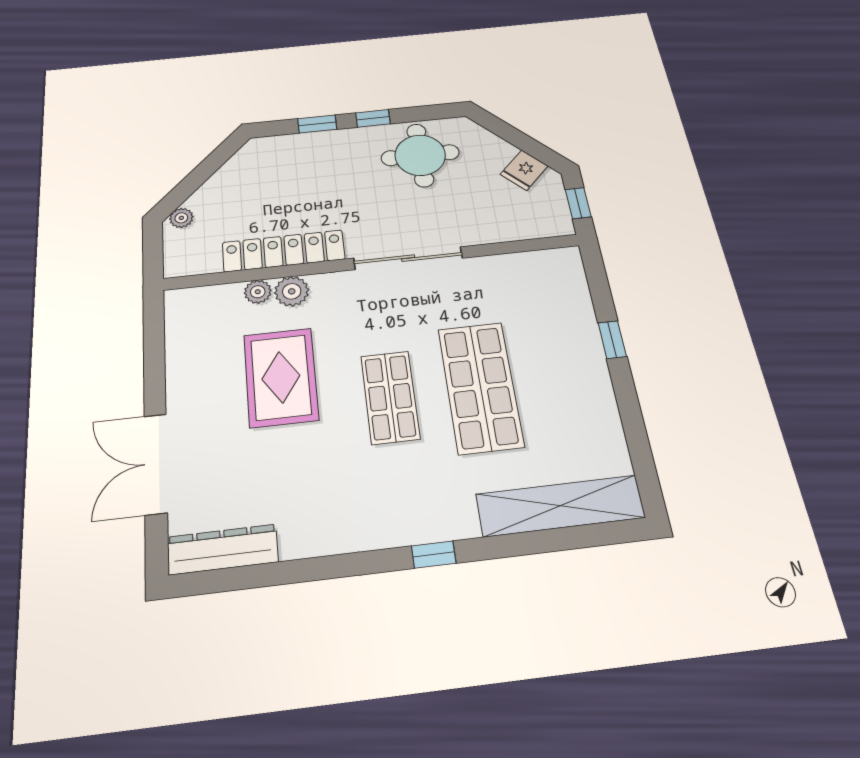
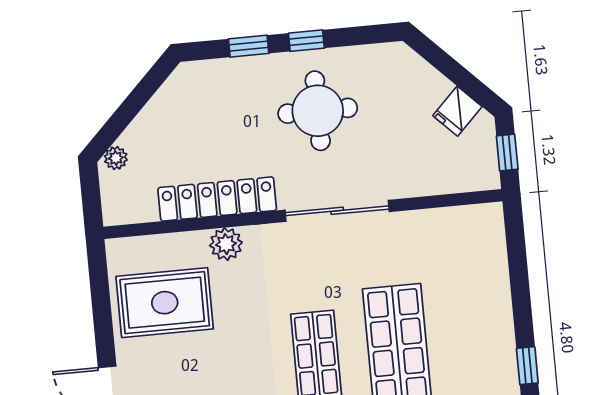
round table: (420, 155) -> (318, 111), moved
plant: (258, 292) -> (194, 244), removed
window: (612, 340) -> (527, 366), moved
rug: (281, 377) -> (165, 303), moved, turned 90

